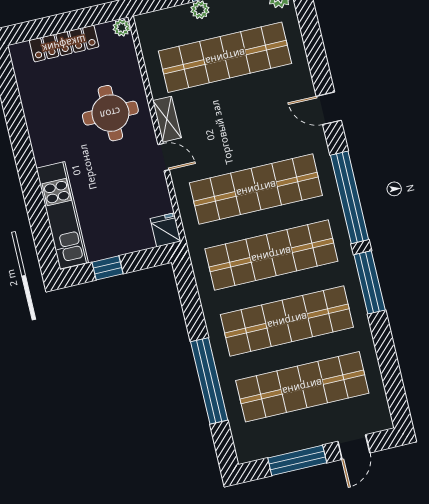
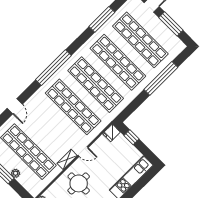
door: (329, 108) -> (15, 106), moved
door: (164, 157) -> (83, 151), swing flipped
window: (107, 268) -> (132, 137), moved
window: (370, 282) -> (102, 19), moved

